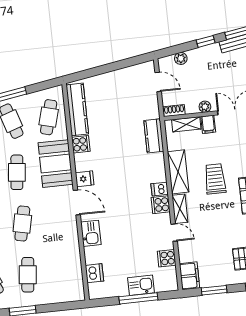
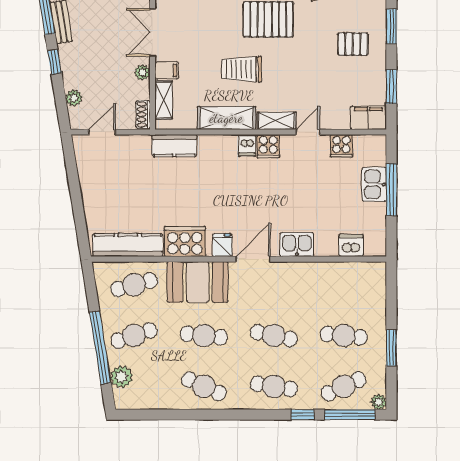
cafe table: (49, 117) -> (134, 285), turned -30
cooker: (81, 144) -> (185, 242), width x1.87, depth x1.31

